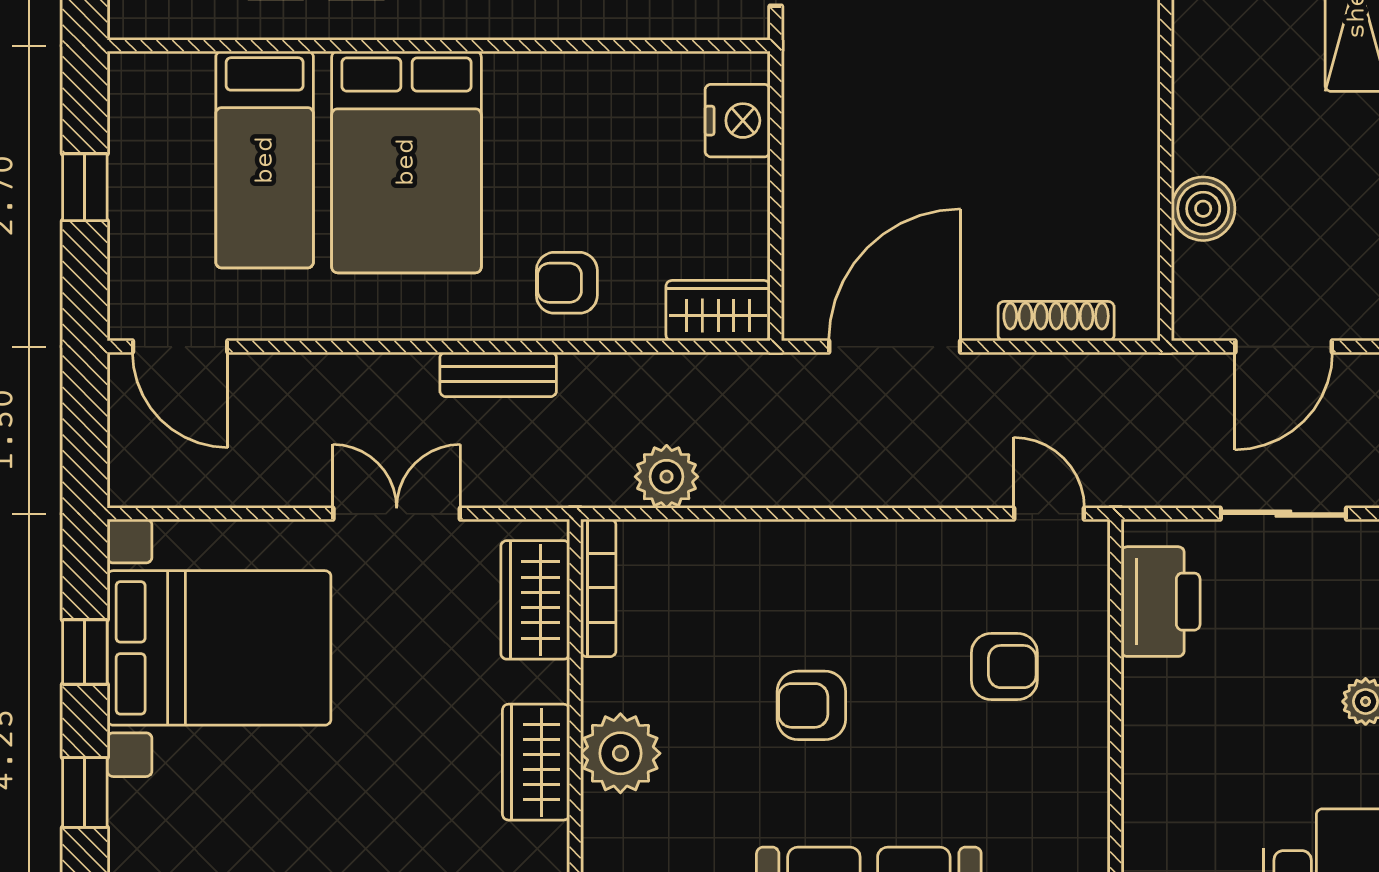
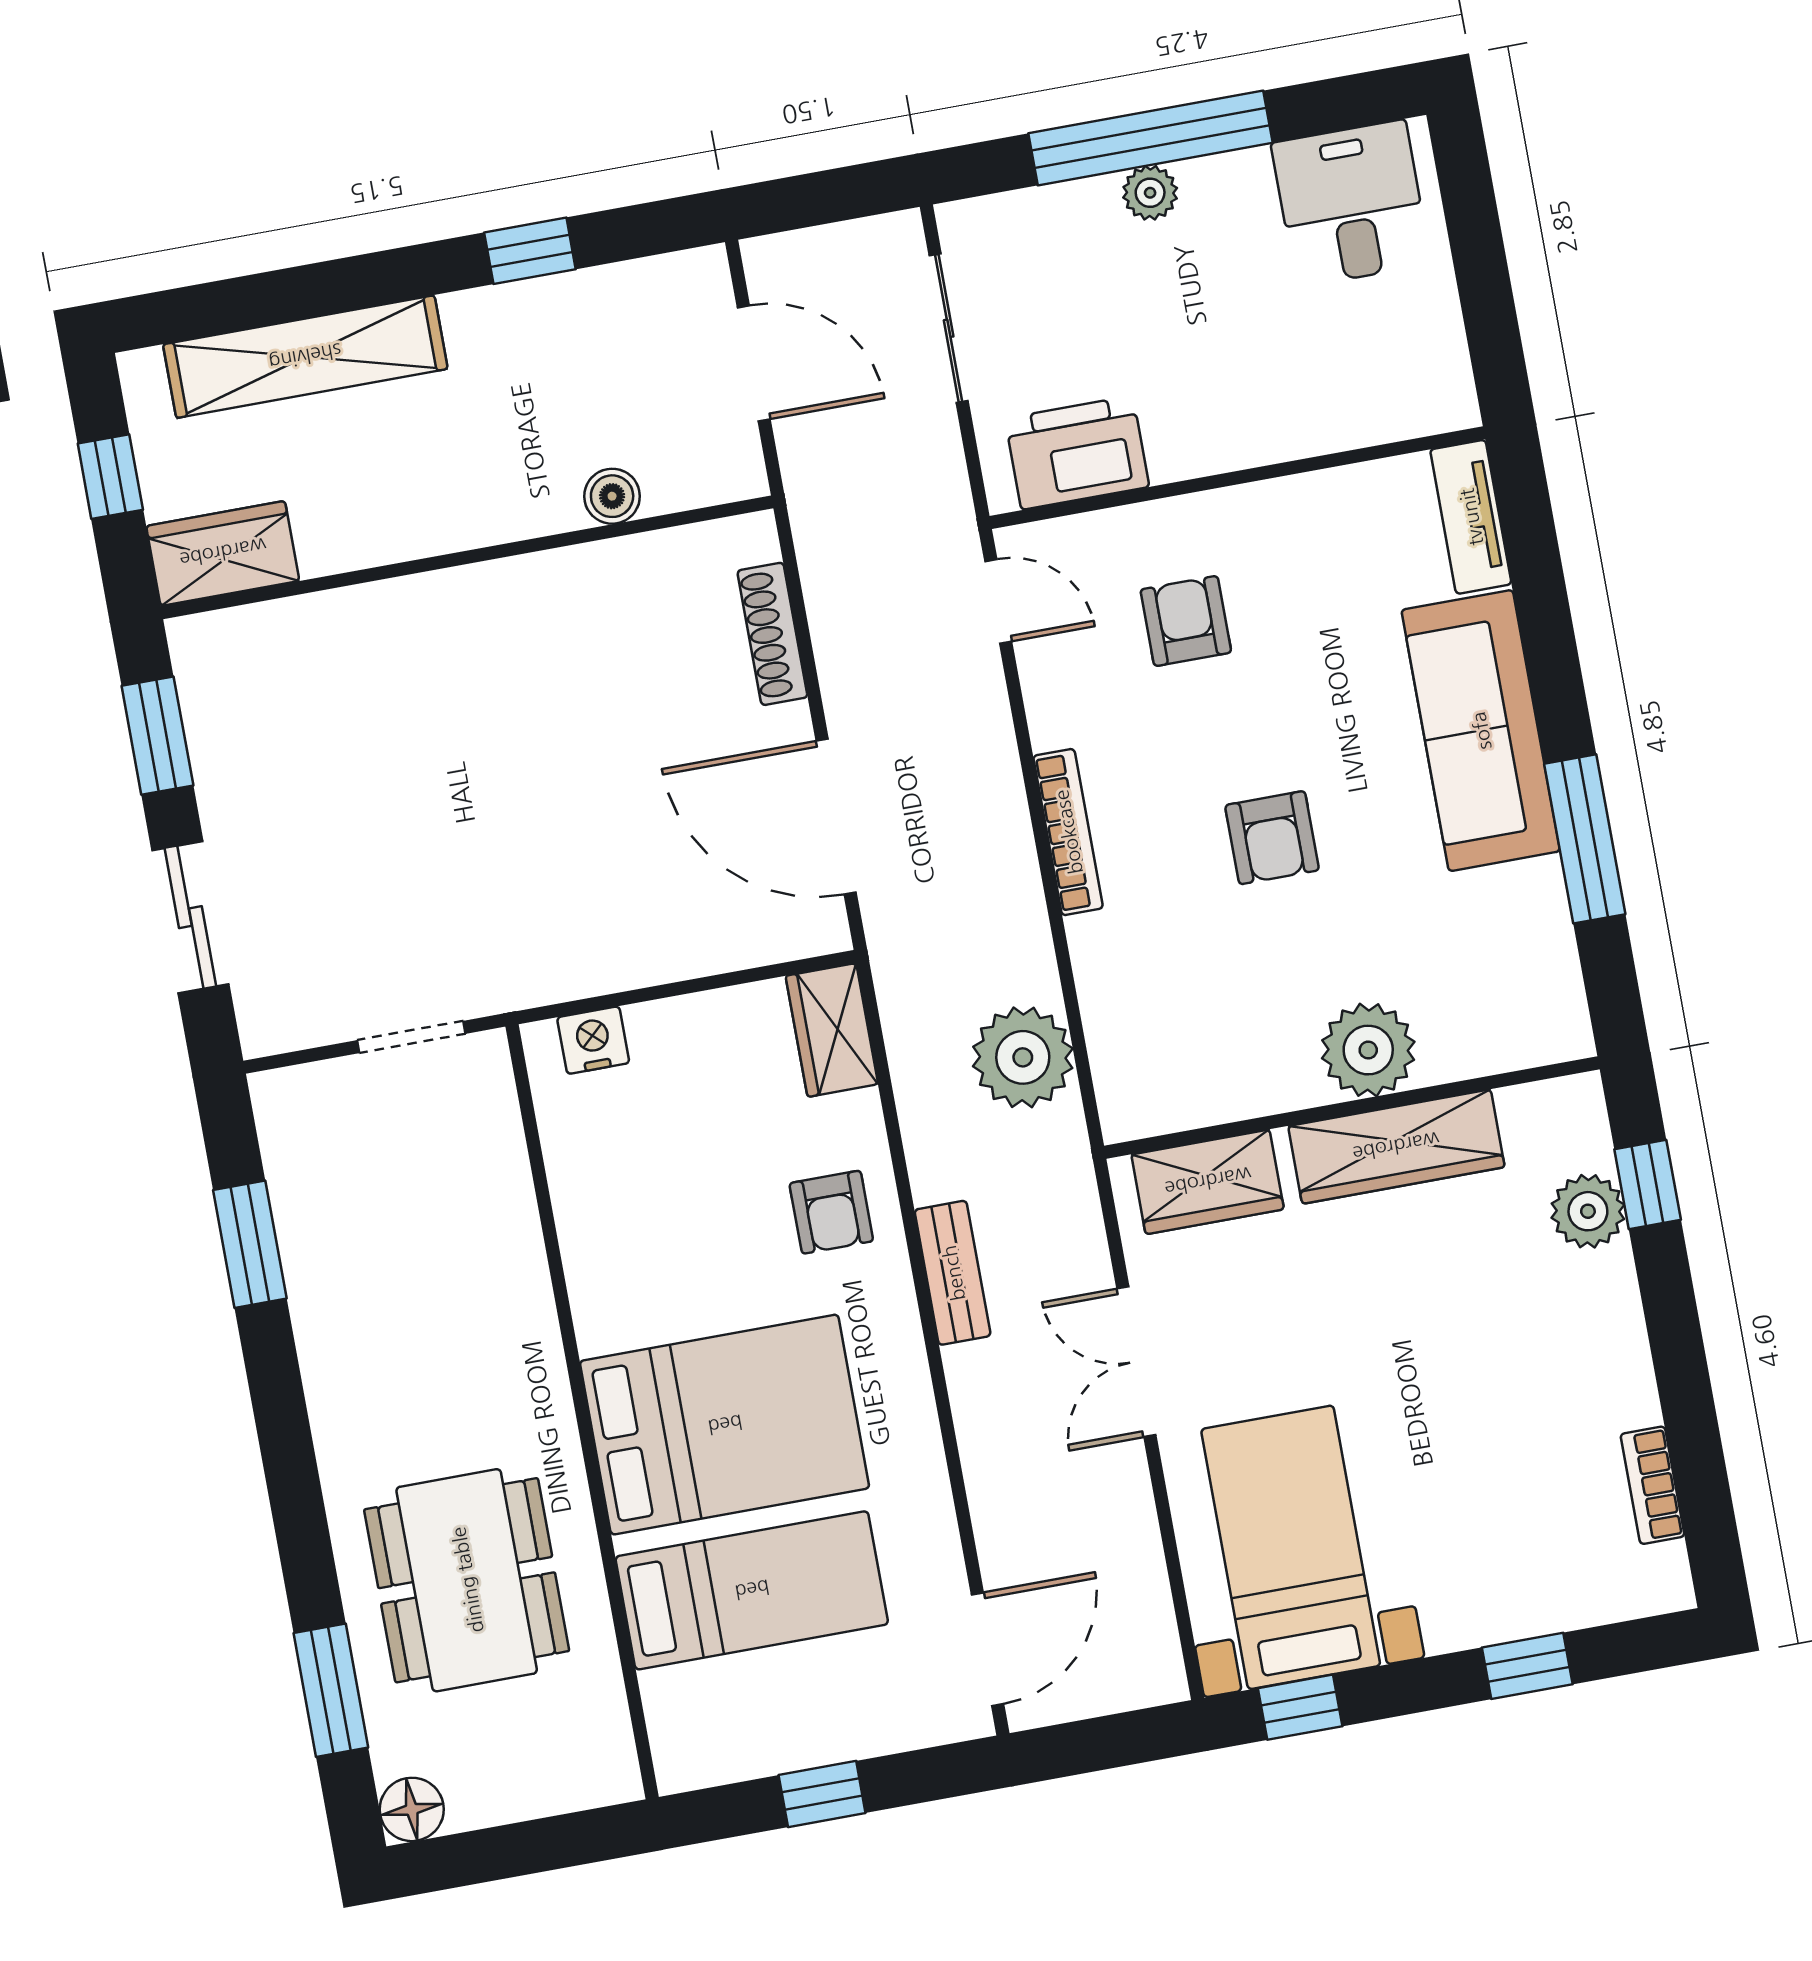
nightstand: (738, 121) -> (593, 1040), width x0.74, depth x0.75
boiler: (1203, 209) -> (612, 496), width x0.73, depth x0.73
plant: (667, 477) -> (1023, 1057), width x1.36, depth x1.36
door: (1049, 514) -> (998, 601), swing flipped
bookcase: (598, 588) -> (1068, 832), moved, turned 90
bed with nightstands: (219, 648) -> (1291, 1547), width x0.73
window: (85, 652) -> (1300, 1707), moved
wardrobe: (536, 762) -> (1396, 1147), width x1.50

